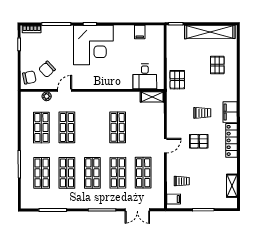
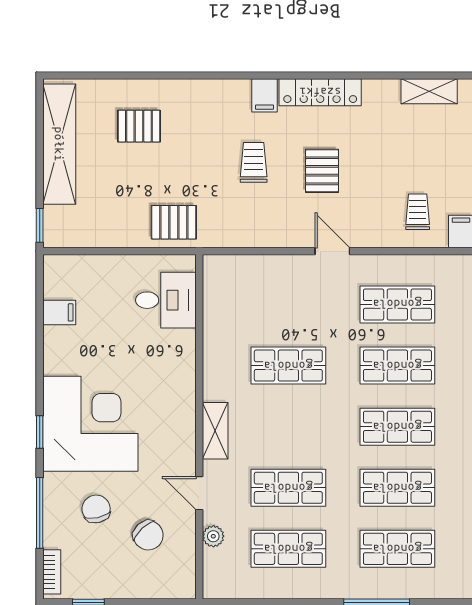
chair: (29, 77) -> (96, 509), moved
shelving: (152, 97) -> (215, 431), moved
filing cabinet: (230, 112) -> (264, 95), width x0.50

